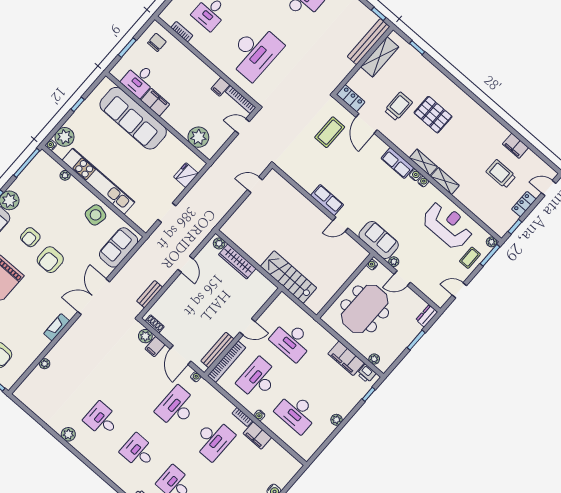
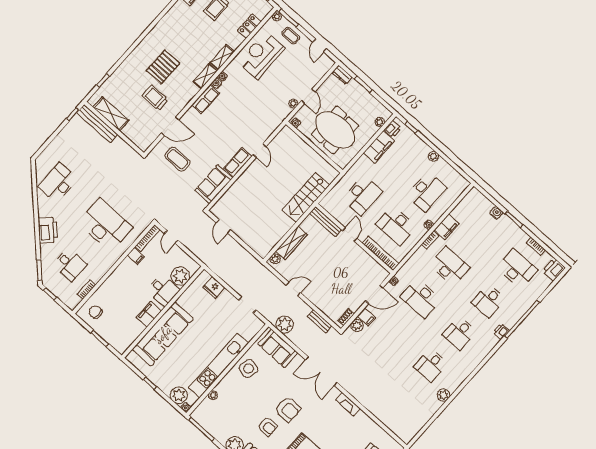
desk: (139, 80) -> (163, 290), moved
locker: (351, 98) -> (249, 26), moved
sofa: (379, 240) -> (214, 184), moved
bench: (217, 350) -> (325, 222), moved
plant: (45, 364) -> (285, 324), moved, width x1.87, depth x1.87

